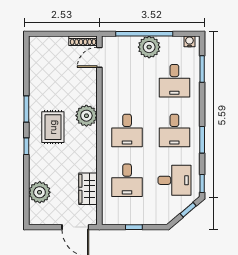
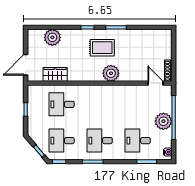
desk: (127, 130) -> (100, 104), removed
desk: (174, 180) -> (62, 141), turned 90

